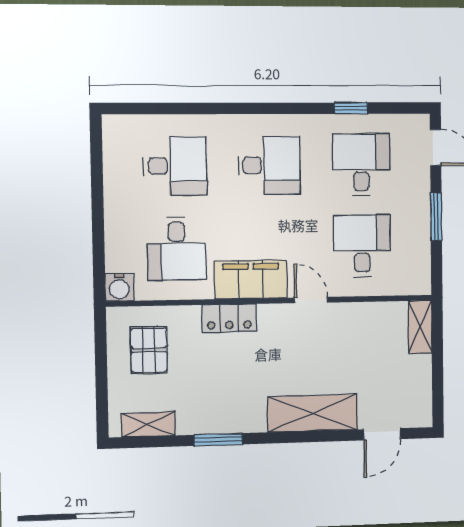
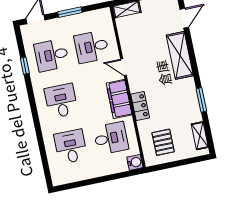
door: (311, 300) -> (124, 67), hinge flipped
pallet: (149, 350) -> (163, 142), turned 90
door: (382, 434) -> (184, 18), hinge flipped

